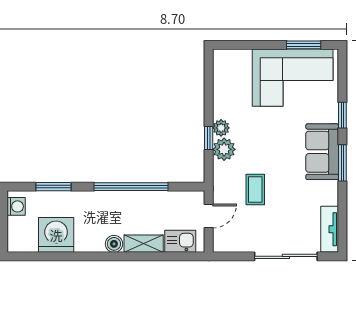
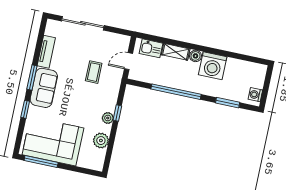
window: (304, 45) -> (41, 162), width x1.44
plant: (224, 149) -> (101, 141), moved
tv unit: (330, 229) -> (46, 52), moved
washing machine: (56, 235) -> (213, 66), moved

